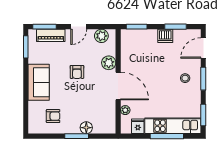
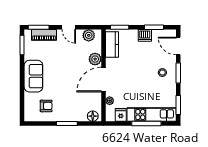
door: (79, 27) -> (69, 27), hinge flipped
kitchen counter: (128, 46) -> (112, 44), added
door: (203, 48) -> (178, 46), hinge flipped
armchair: (77, 72) -> (67, 67), removed
door: (118, 86) -> (103, 80), swing flipped
floor lamp: (86, 128) -> (93, 116), moved

